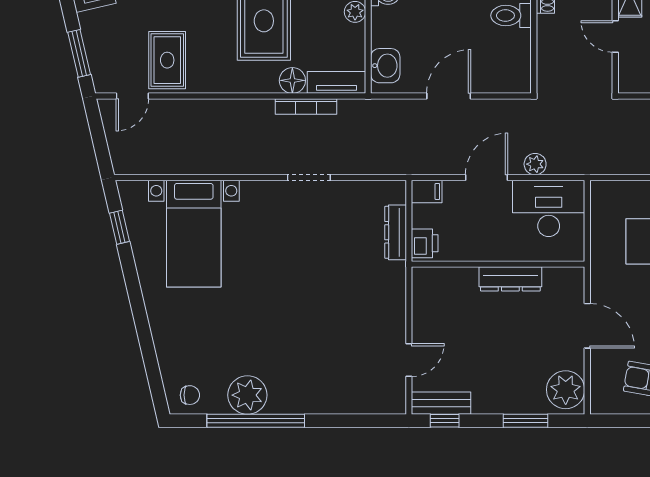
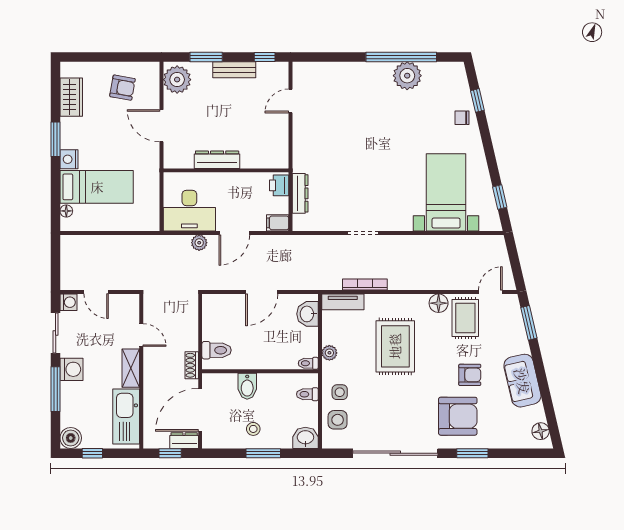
floor lamp: (292, 80) -> (439, 303), moved
window: (151, 361) -> (477, 100), added
chair: (190, 395) -> (462, 118), moved
bench: (441, 403) -> (234, 70), moved

